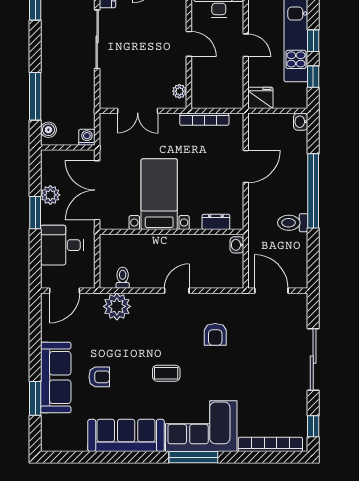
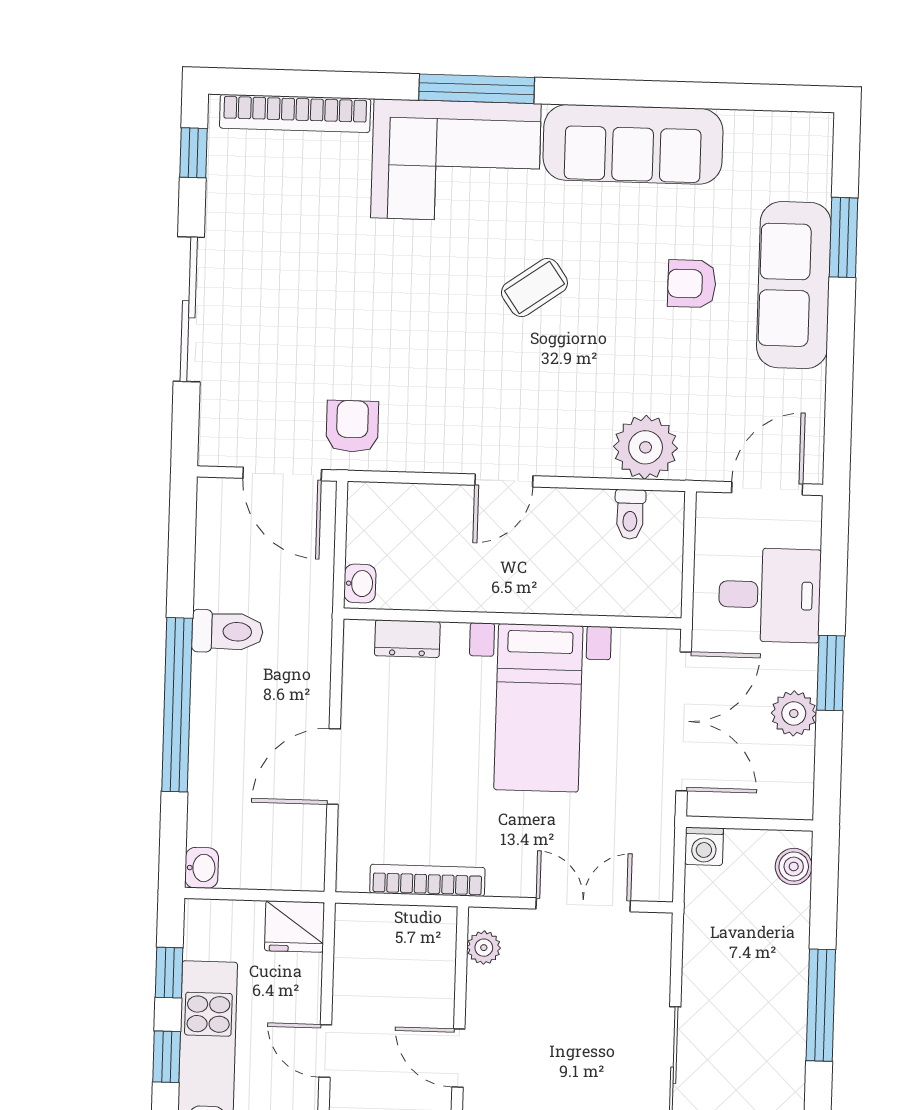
window: (35, 96) -> (821, 1005), moved
armchair: (215, 334) -> (352, 426), moved
coffee table: (166, 373) -> (534, 287), turned -35

